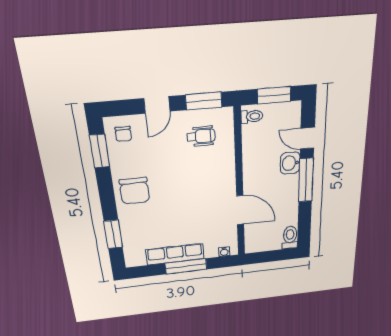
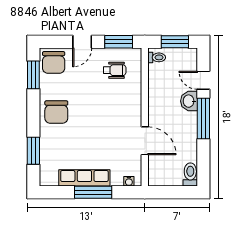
chair: (123, 134) -> (54, 62), width x1.87, depth x1.87

